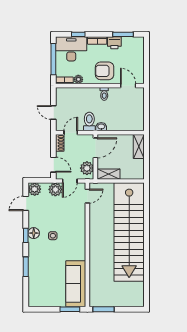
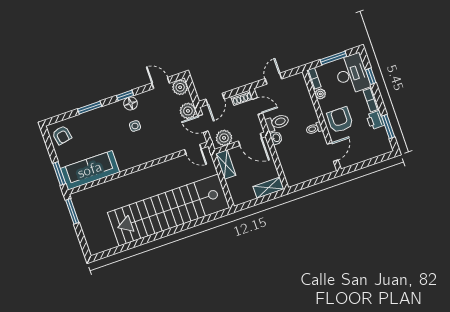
window: (53, 59) -> (333, 58), width x0.69
armchair: (40, 296) -> (62, 135), added

